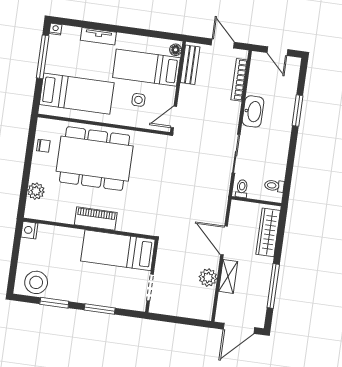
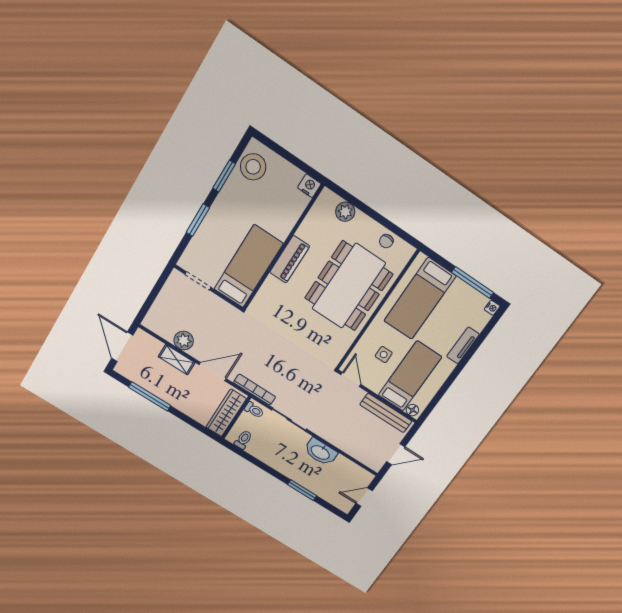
bench: (190, 65) -> (386, 413), width x1.36
bookcase: (239, 80) -> (255, 390), moved
wardrobe: (268, 232) -> (226, 413), moved, turned -90

